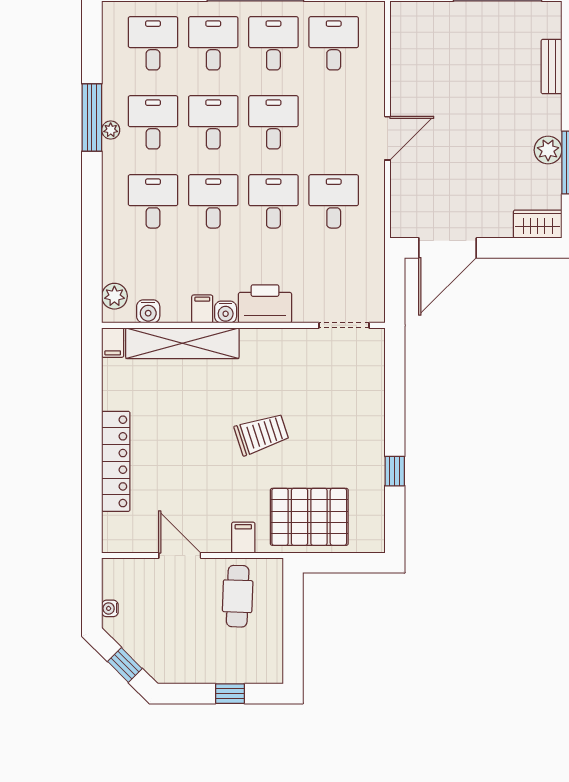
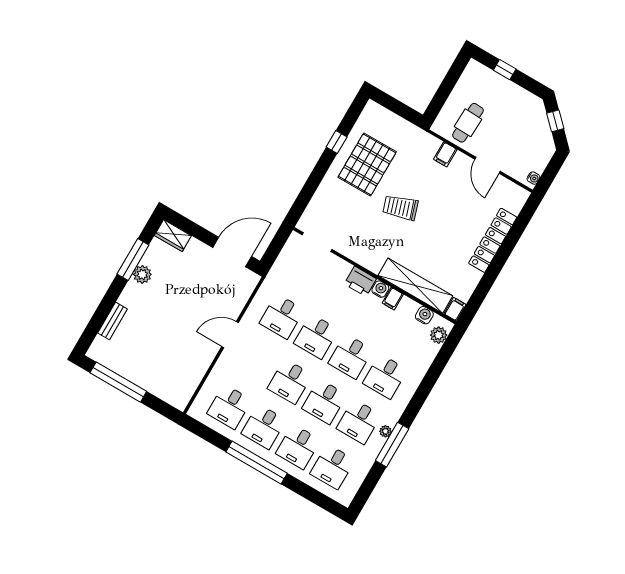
printer: (265, 304) -> (360, 281), width x0.73, depth x0.84
pallet: (309, 517) -> (367, 165), moved, turned 90
water cooler: (110, 608) -> (533, 178), moved

